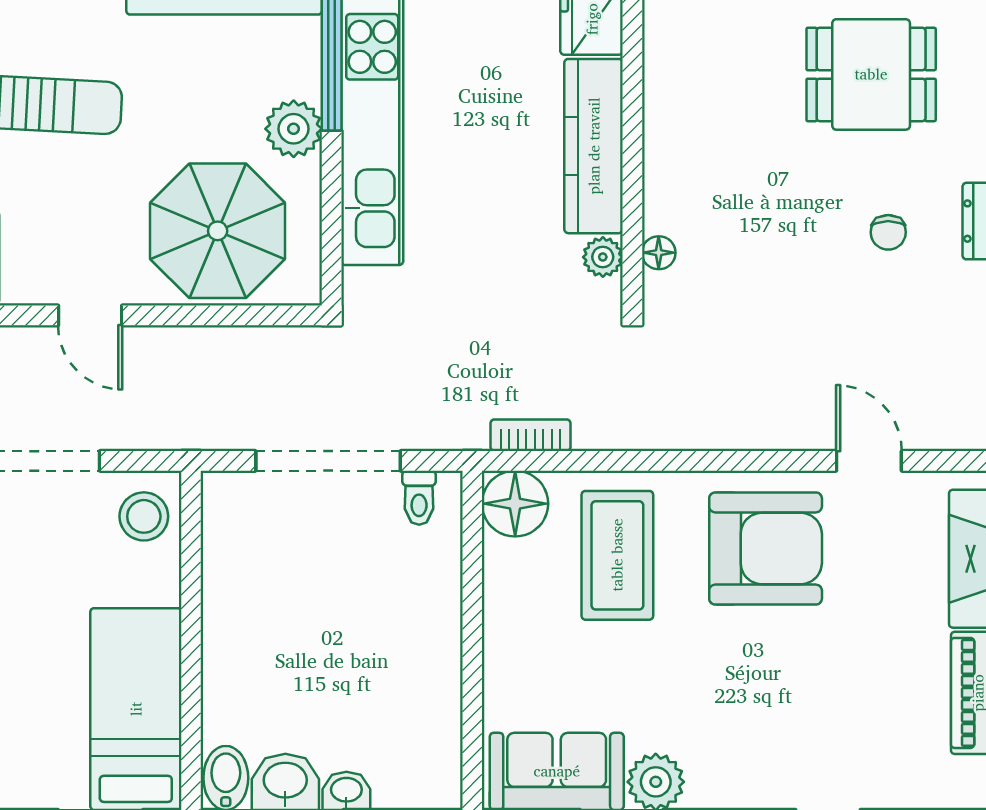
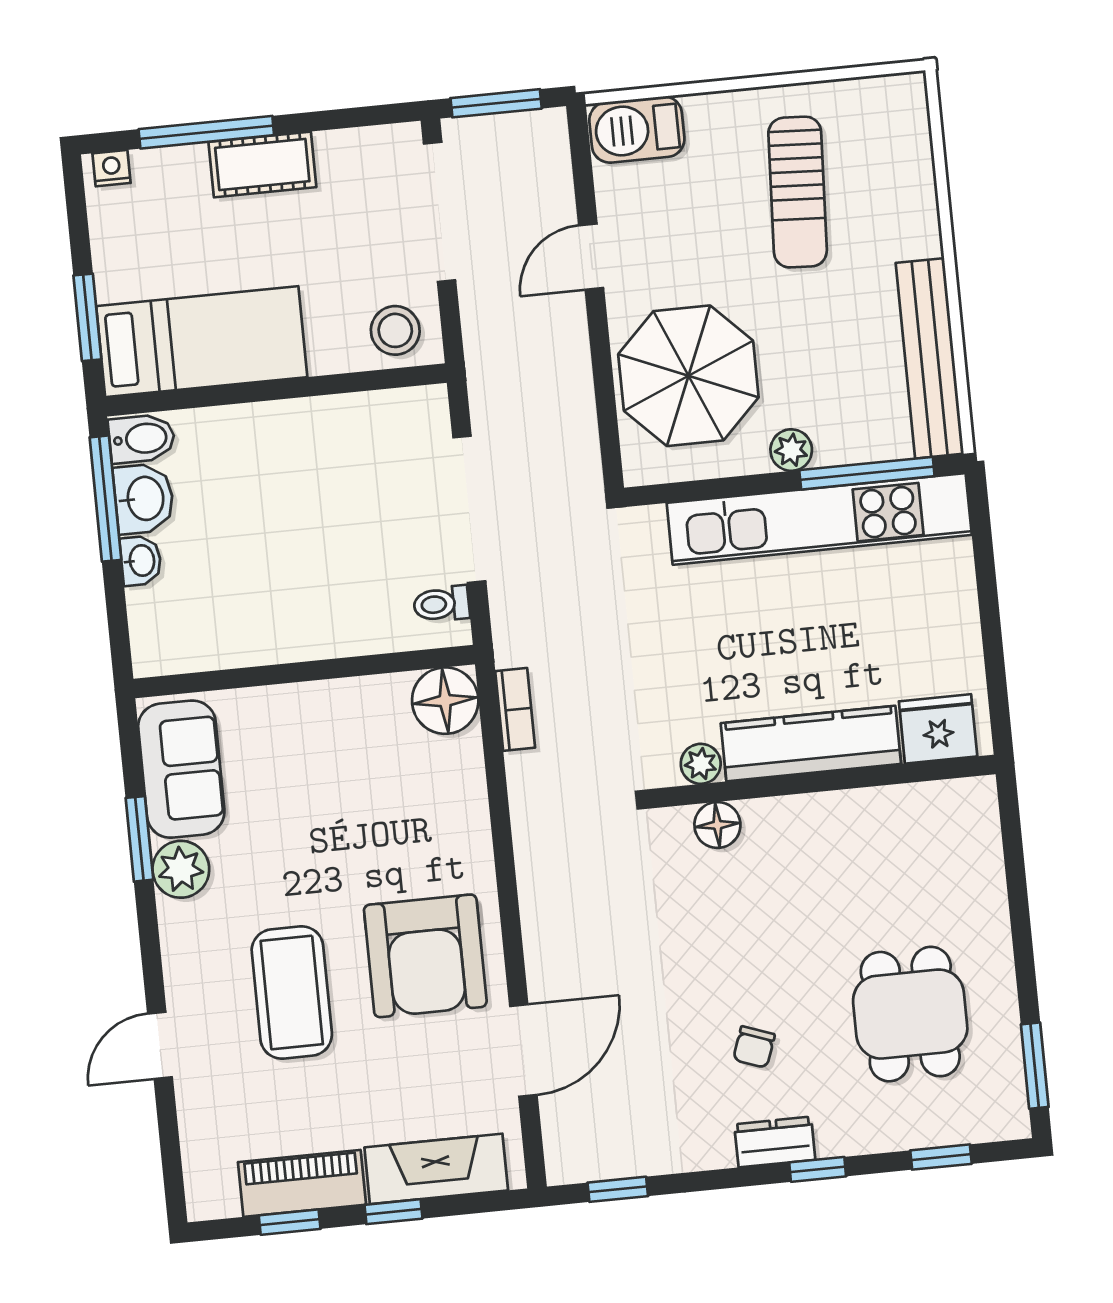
plant: (294, 129) -> (791, 450), width x0.73, depth x0.73
chair: (888, 232) -> (754, 1047), turned -70
floor lamp: (659, 253) -> (717, 825), width x1.37, depth x1.37
door: (869, 461) -> (523, 1051), width x1.37
coffee table: (617, 555) -> (292, 992), moved, turned 90

